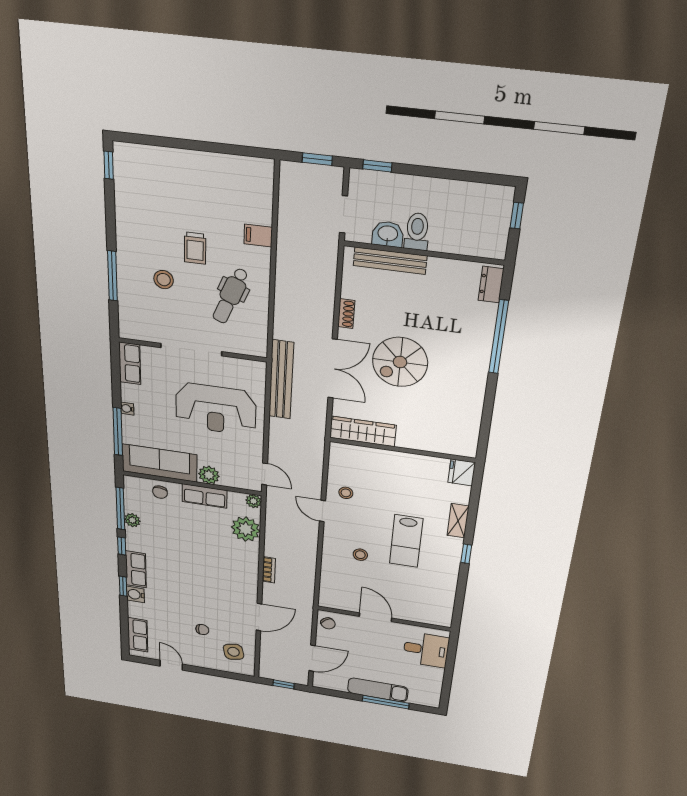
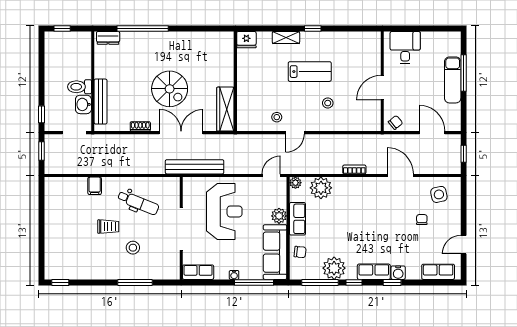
plant: (132, 520) -> (334, 268), width x1.88, depth x1.88

